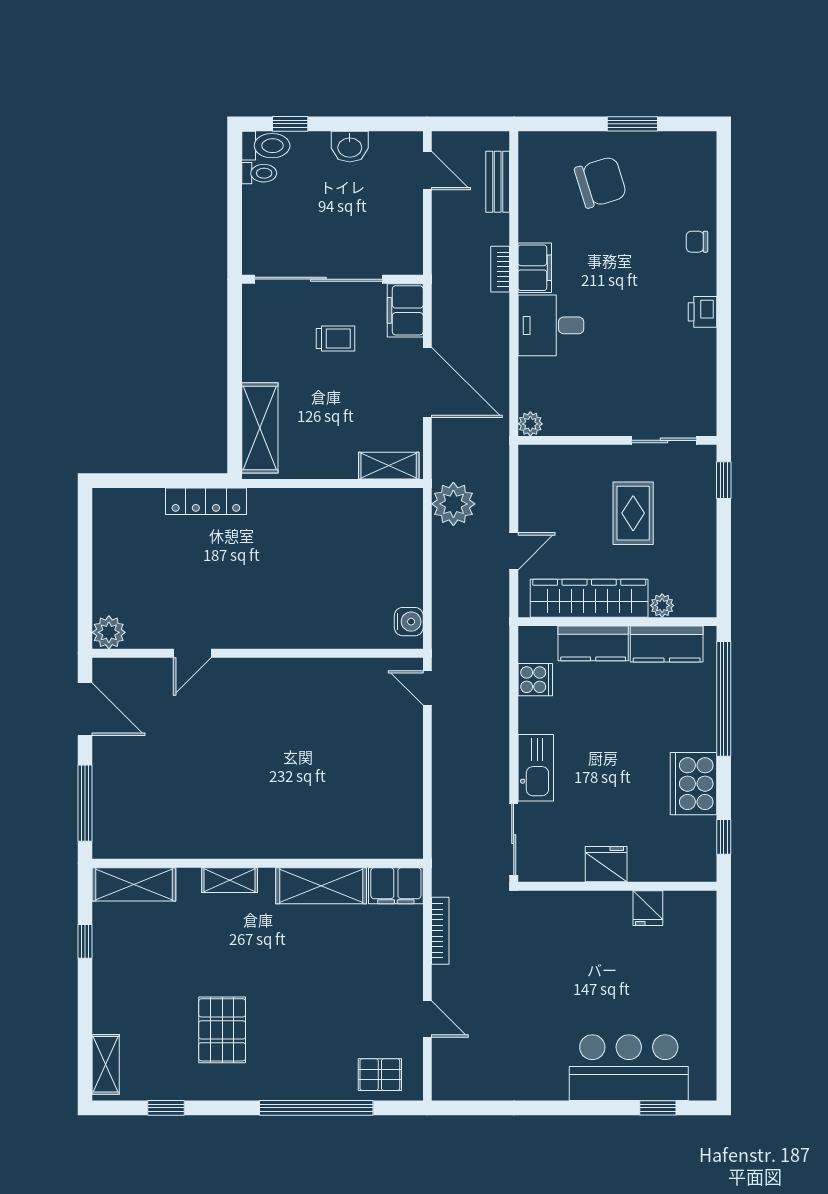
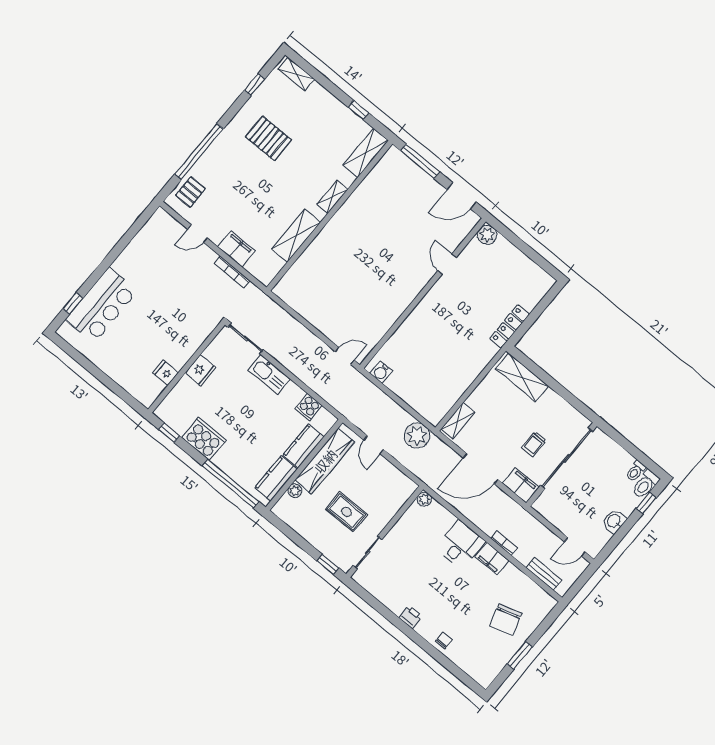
filing cabinet: (396, 886) -> (236, 249), moved, turned 90

